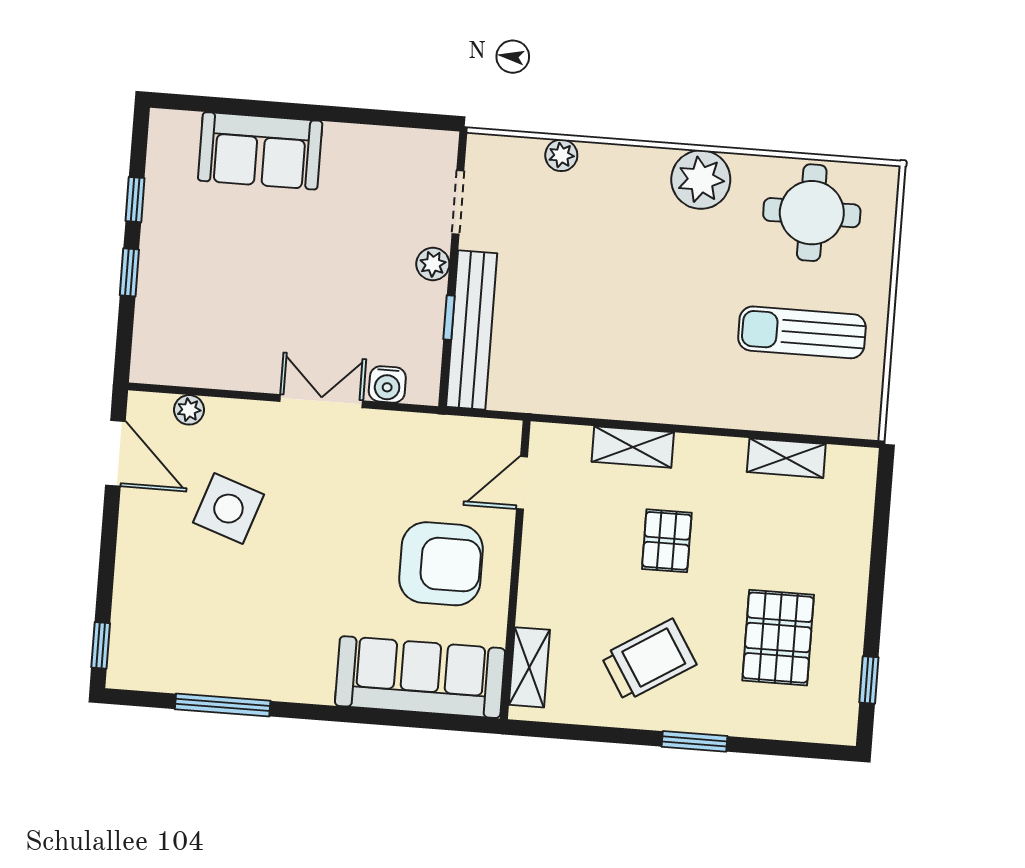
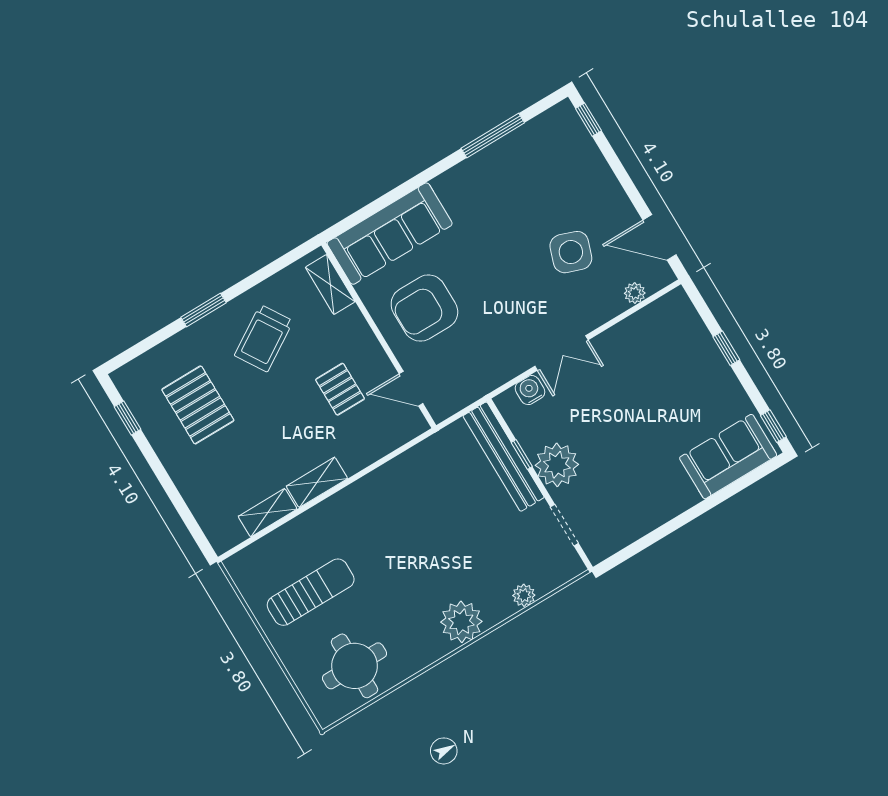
sofa: (260, 151) -> (728, 457), moved
plant: (701, 180) -> (461, 622), moved
window: (135, 200) -> (773, 426), moved
plant: (433, 264) -> (557, 465), width x1.87, depth x1.87
shelving: (633, 447) -> (317, 482), moved
door: (522, 483) -> (411, 389), swing flipped
pallet: (667, 541) -> (340, 389), moved

